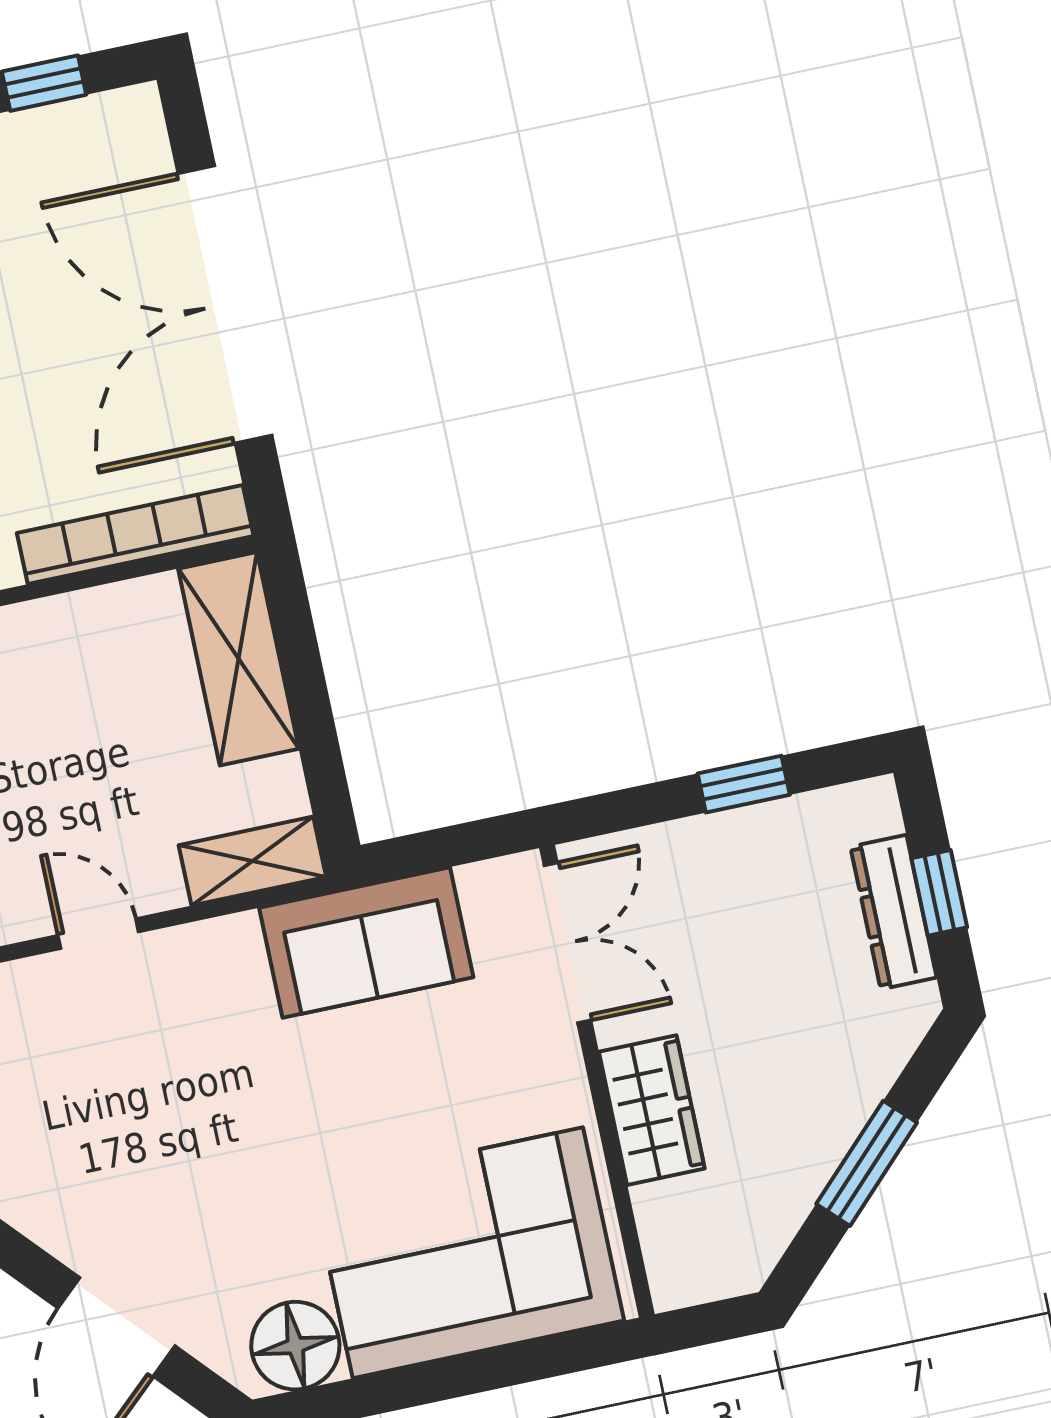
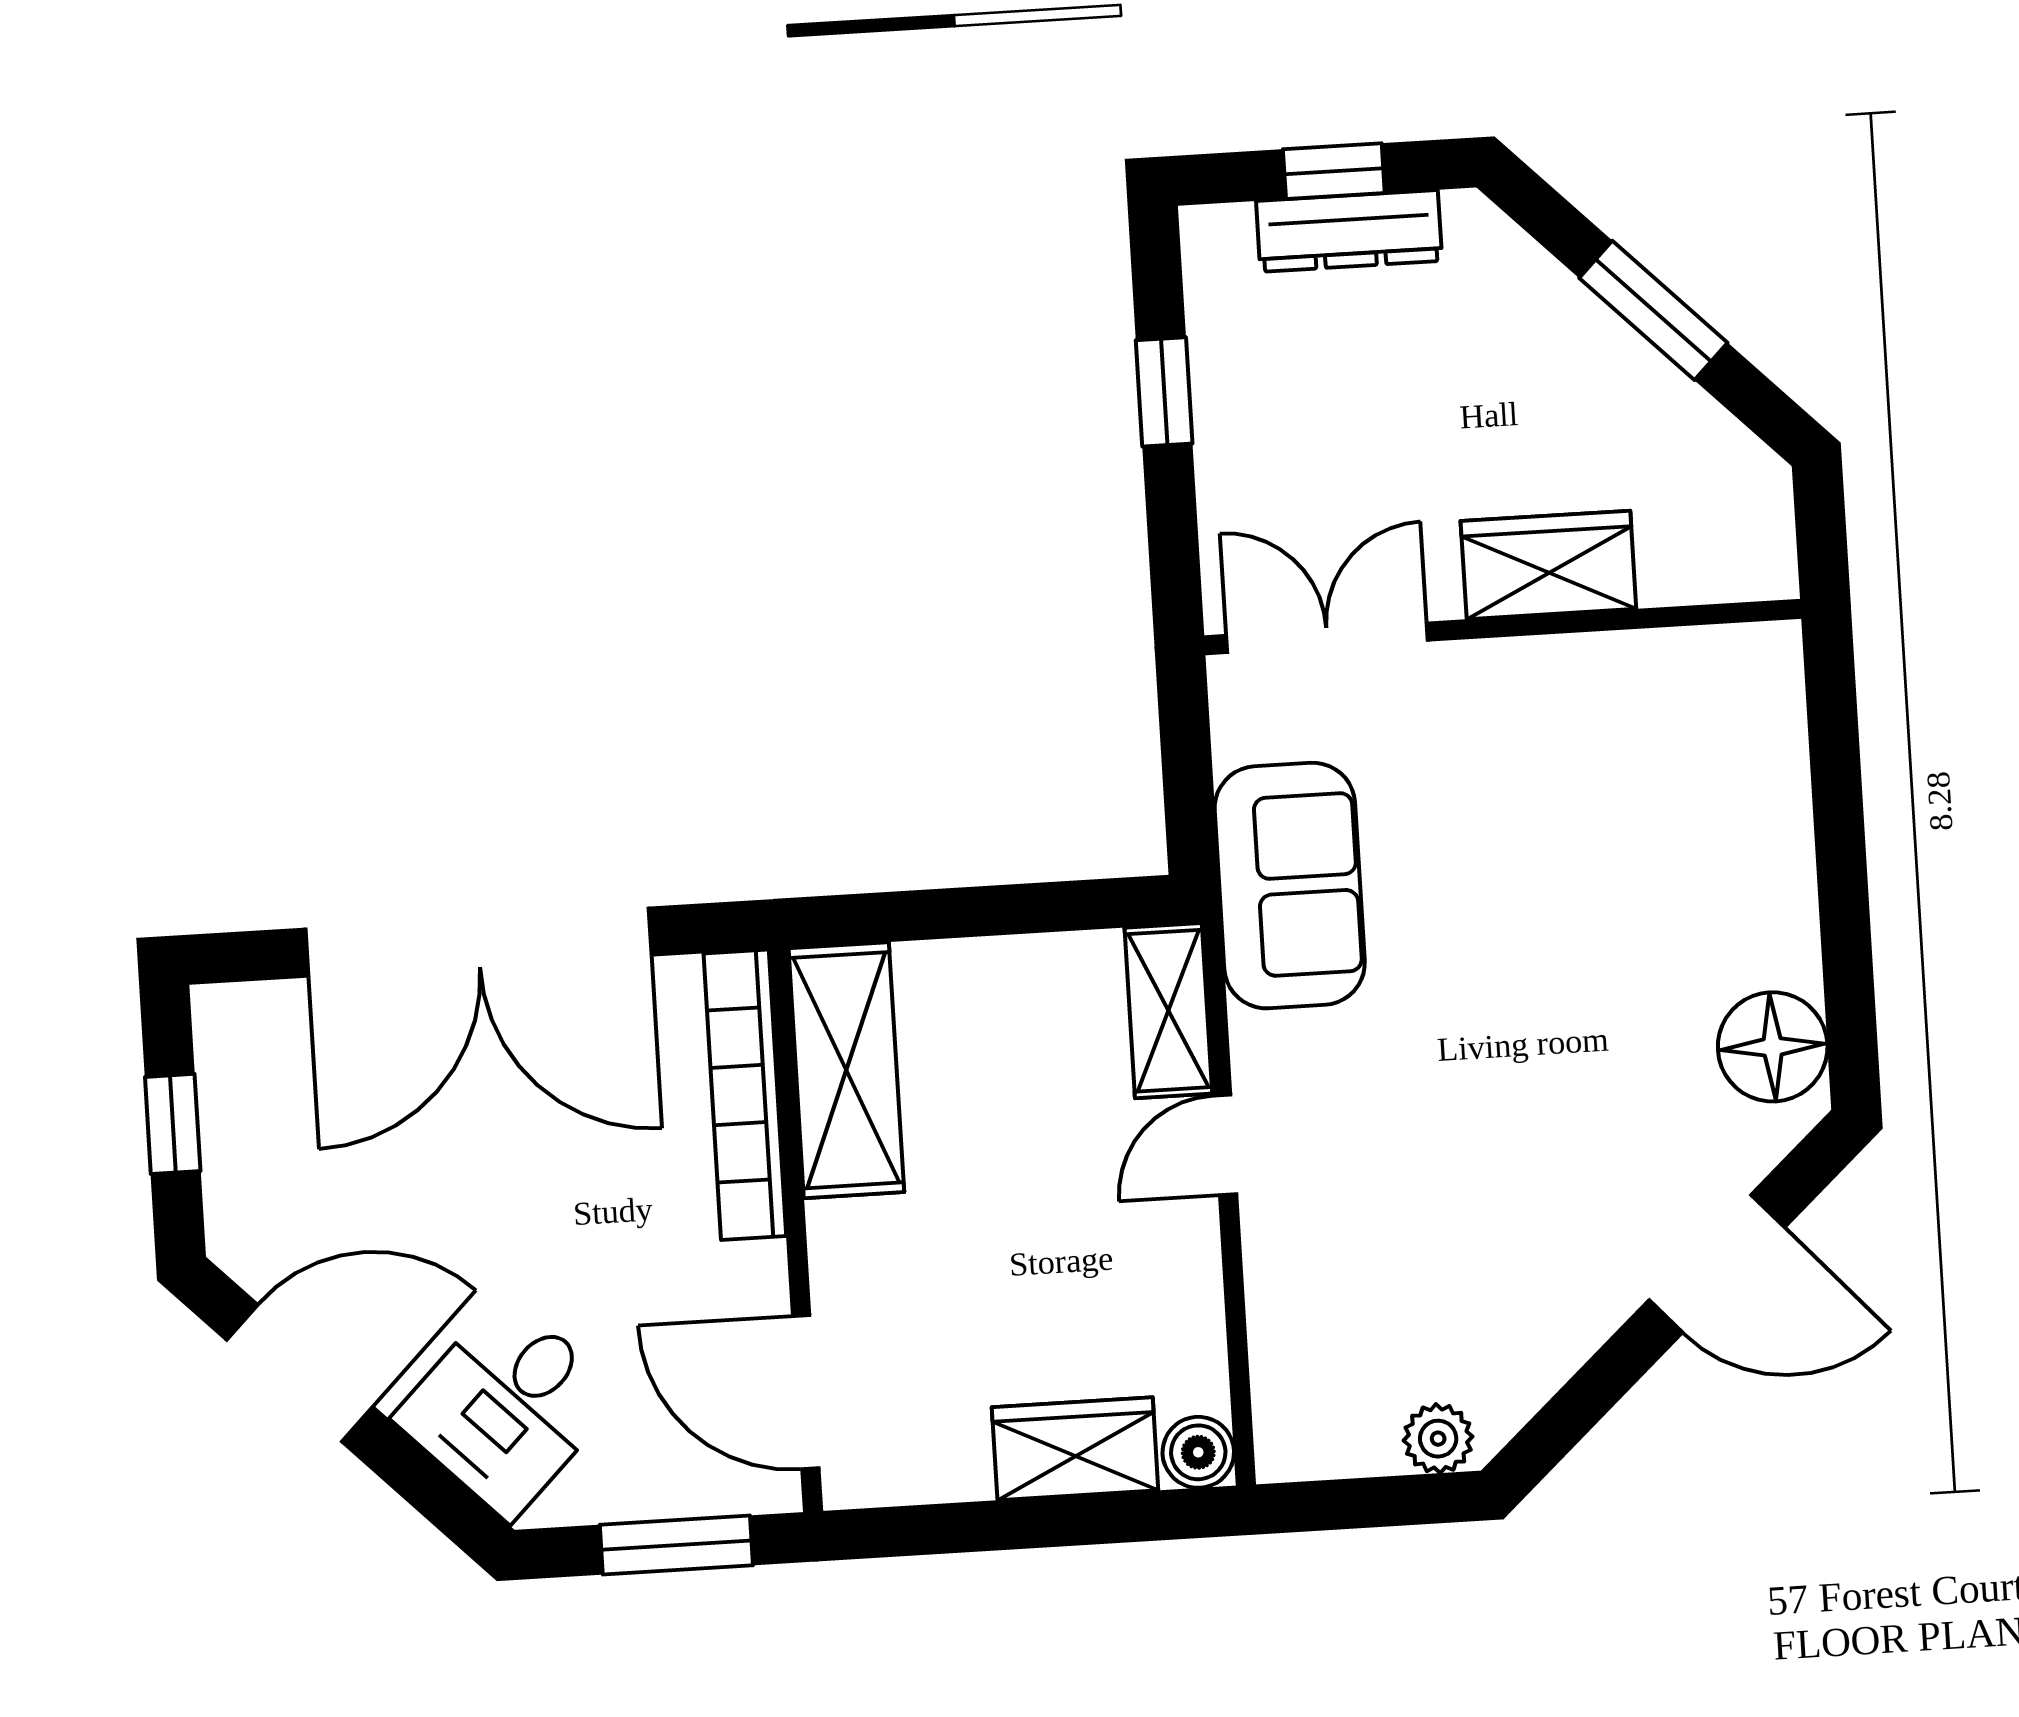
shelving: (238, 659) -> (846, 1070), moved, turned 90
door: (98, 934) -> (1225, 1145), moved
corner sofa: (468, 1253) -> (1690, 817), removed

